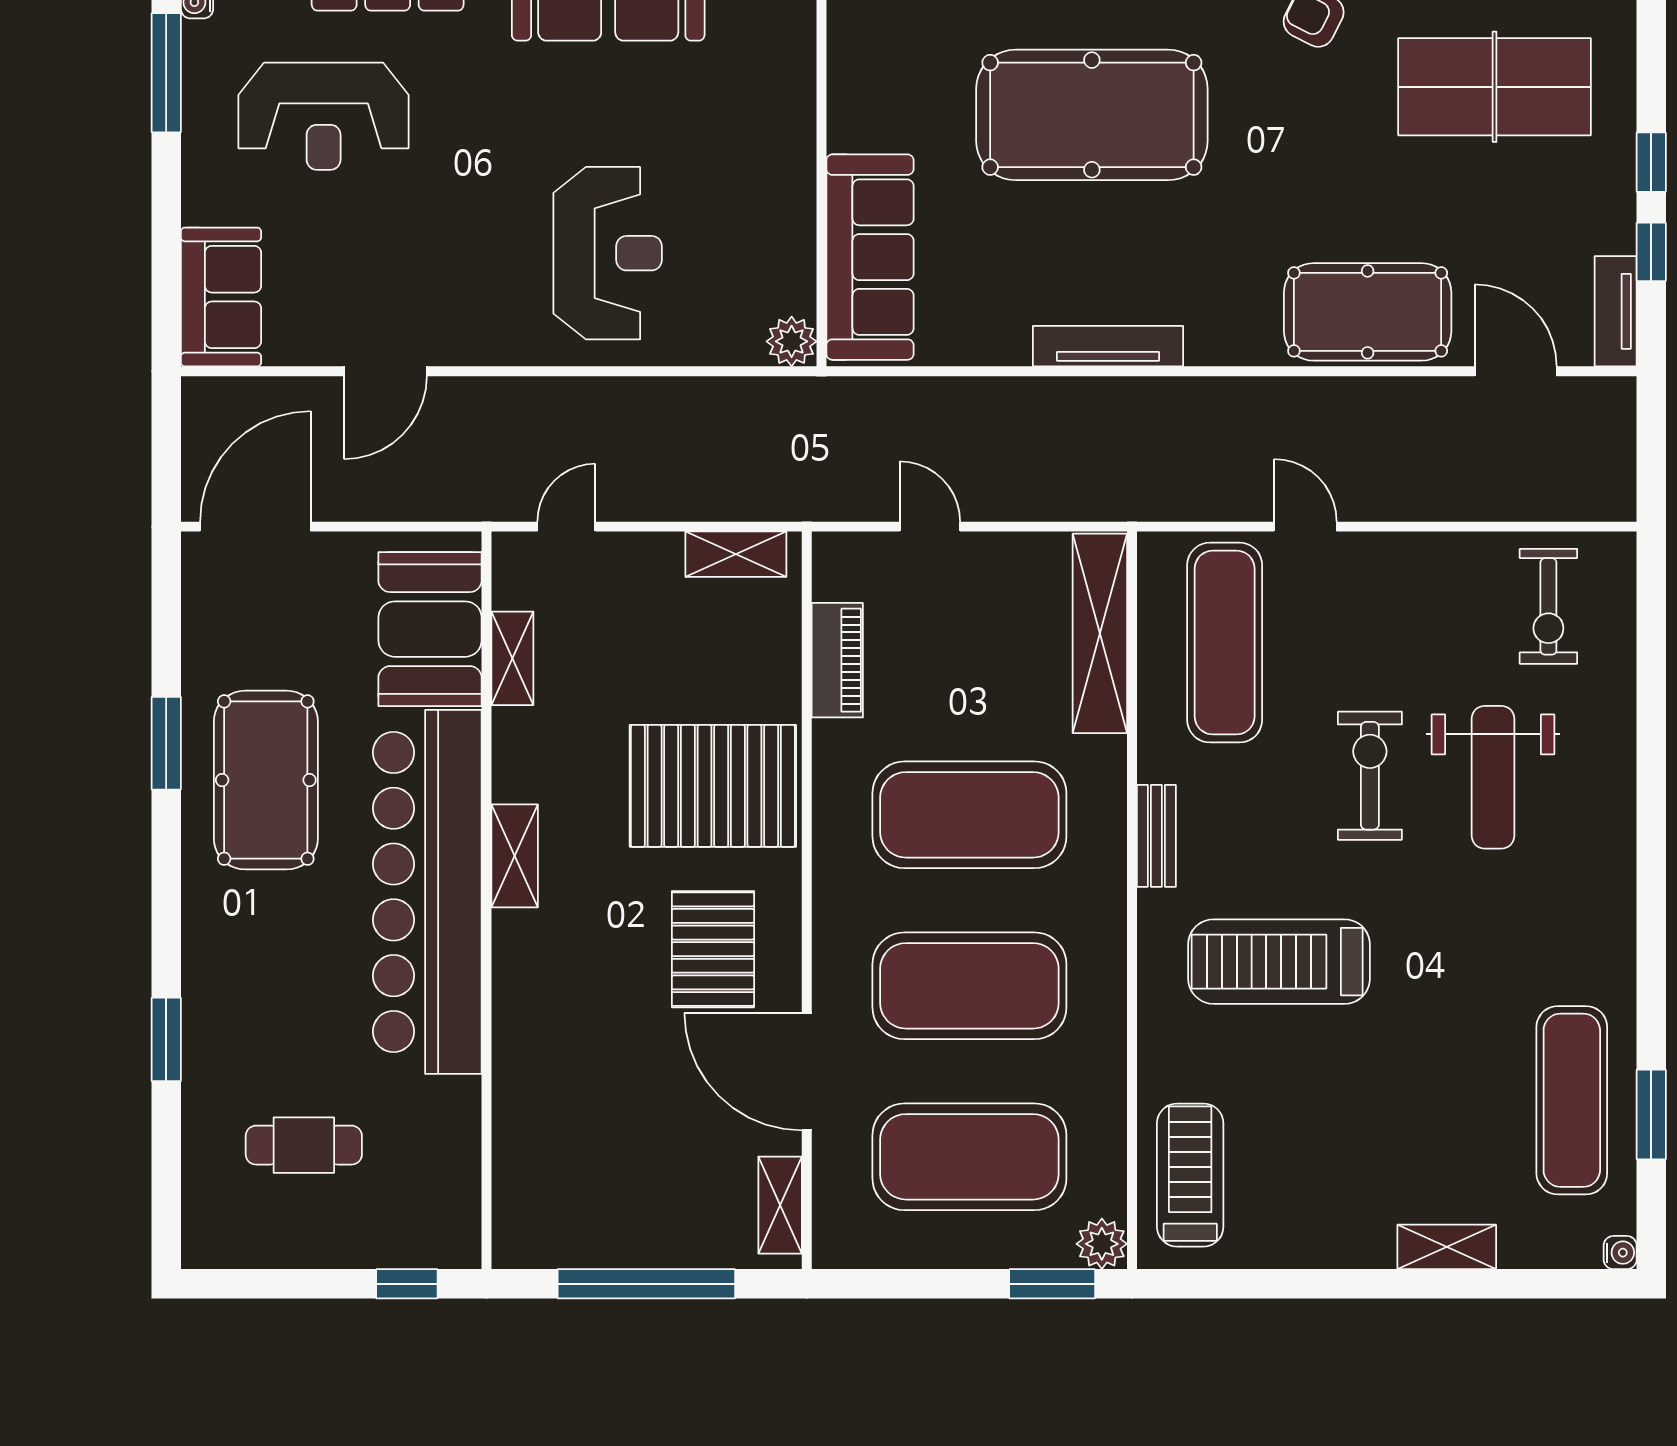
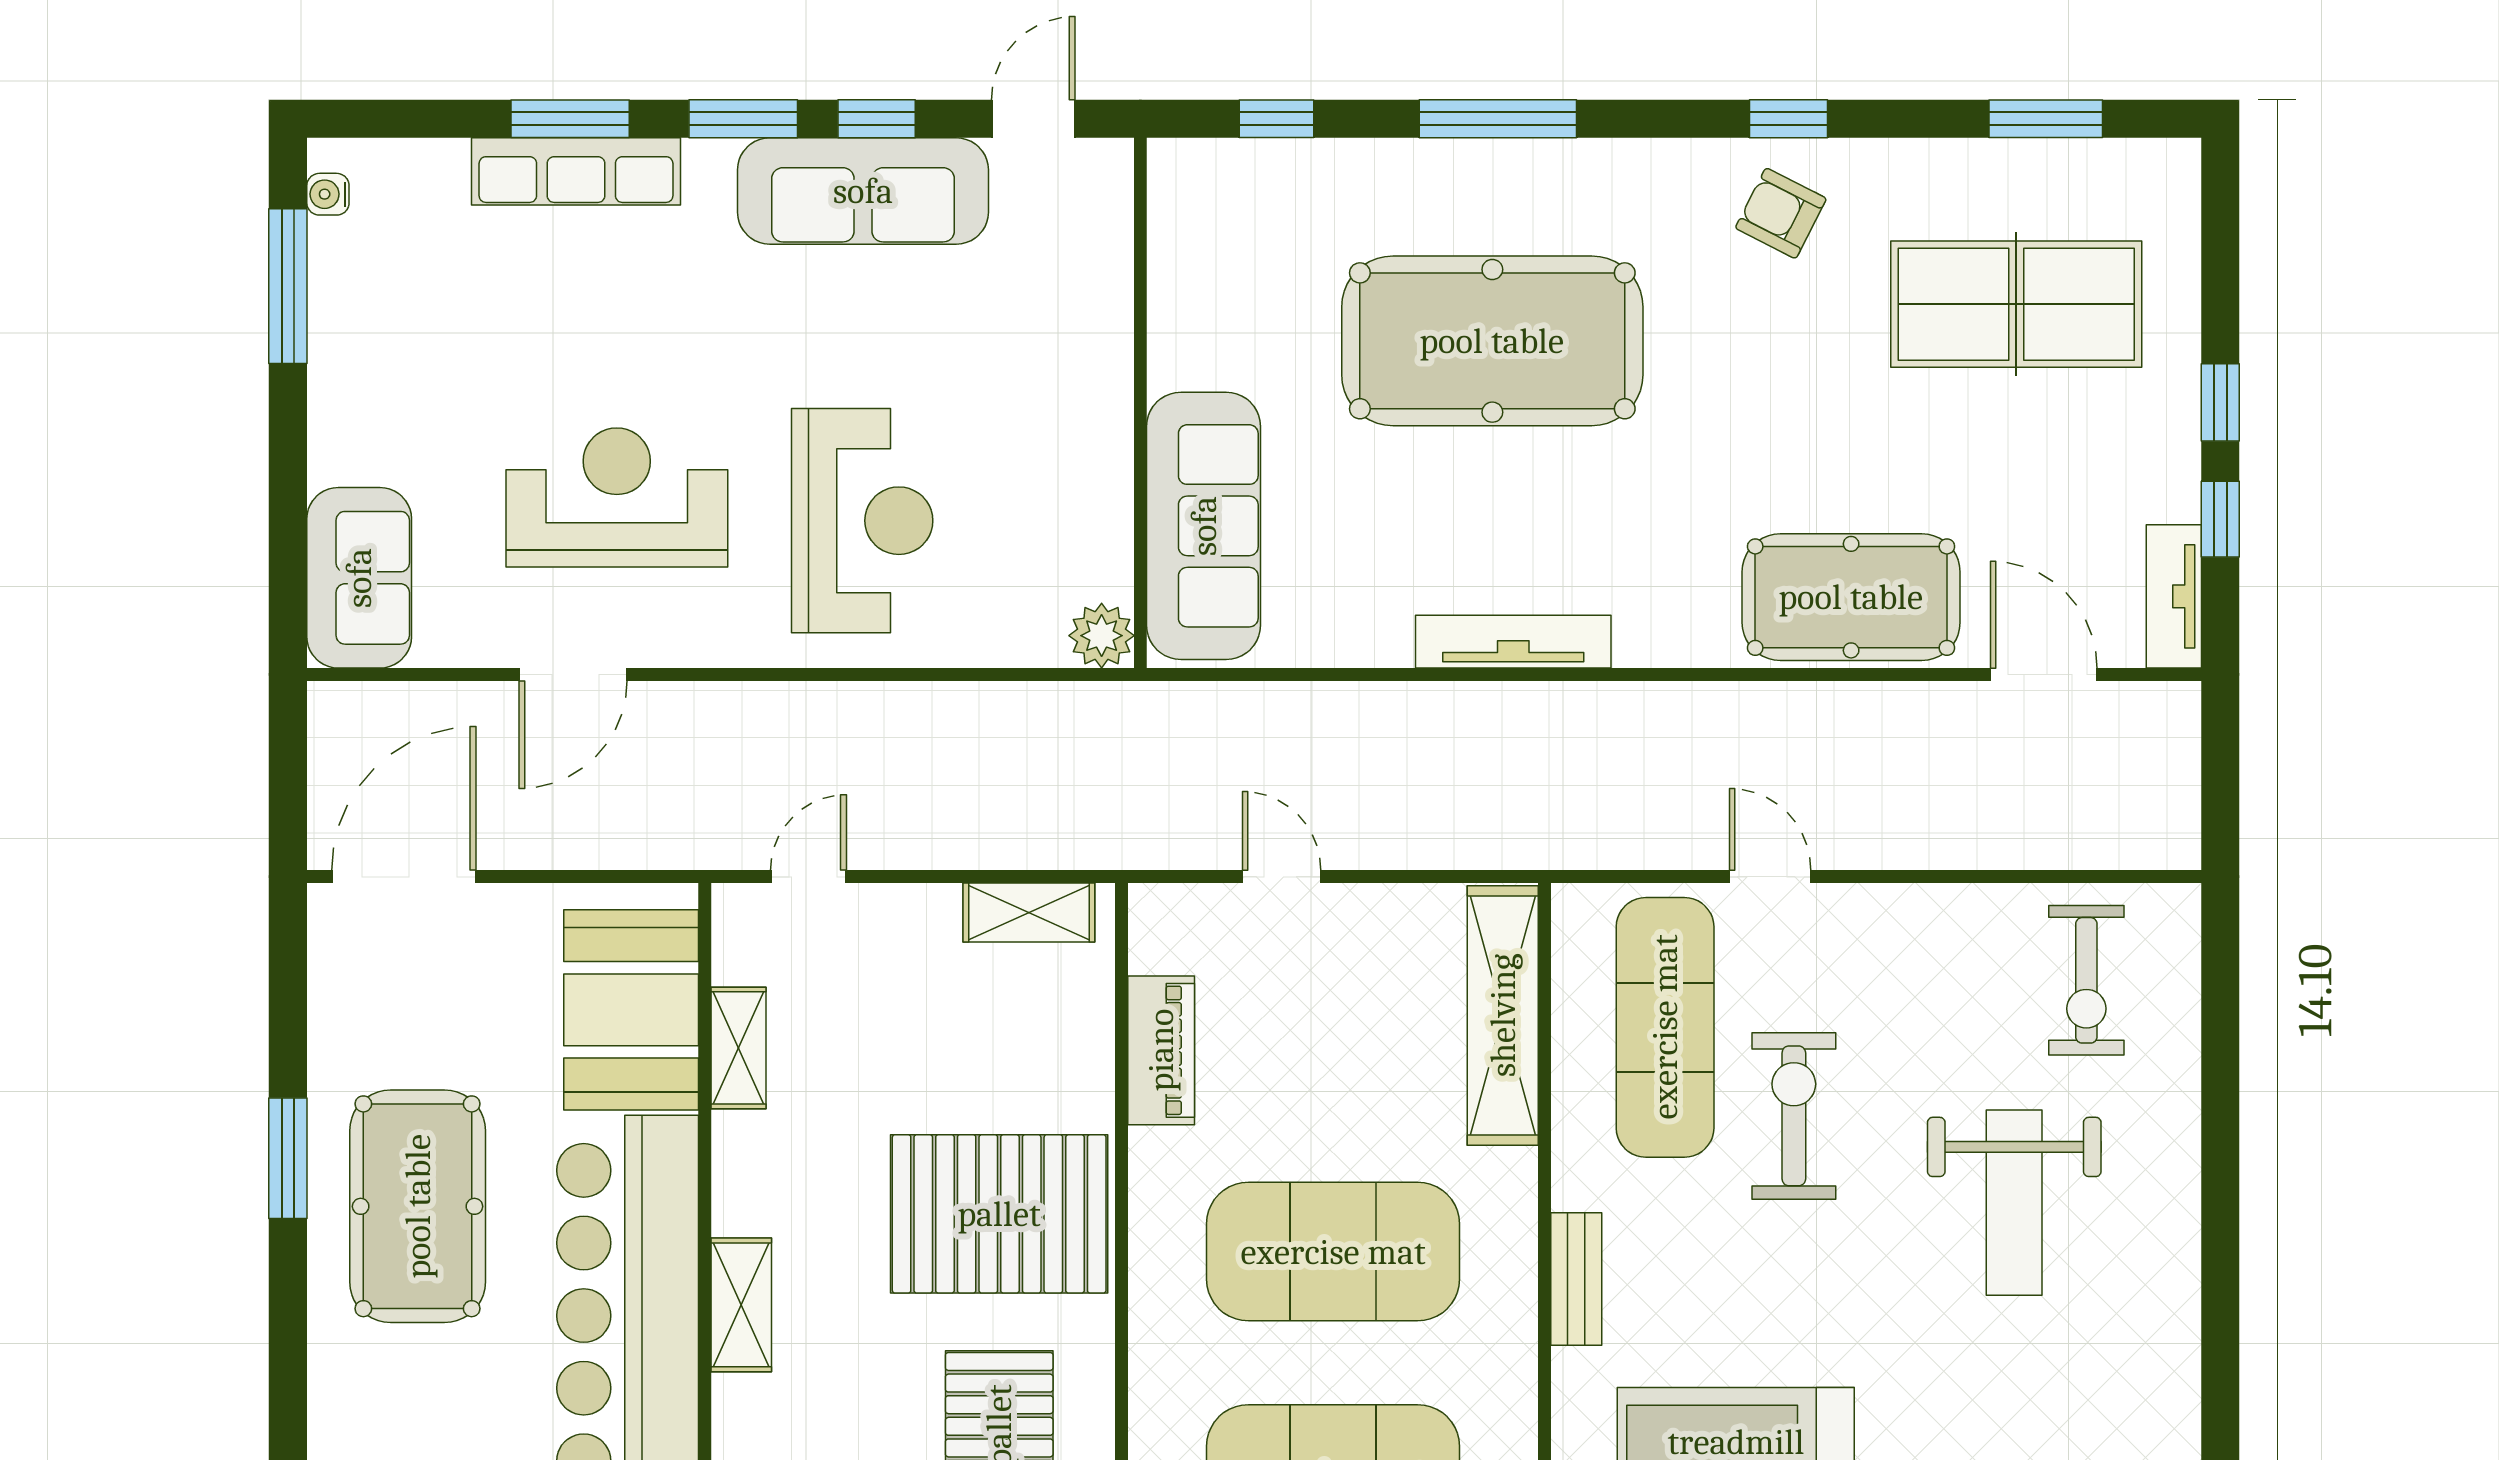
reception desk: (324, 116) -> (617, 497), moved, turned 180
exercise bike: (1370, 776) -> (1794, 1116), moved

